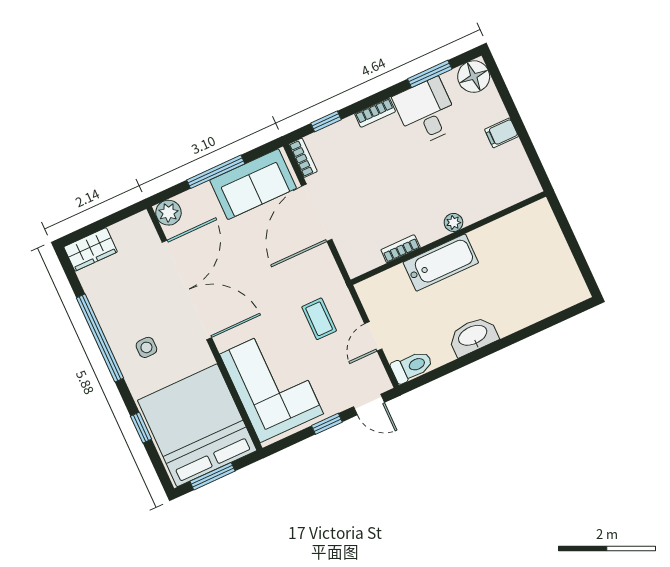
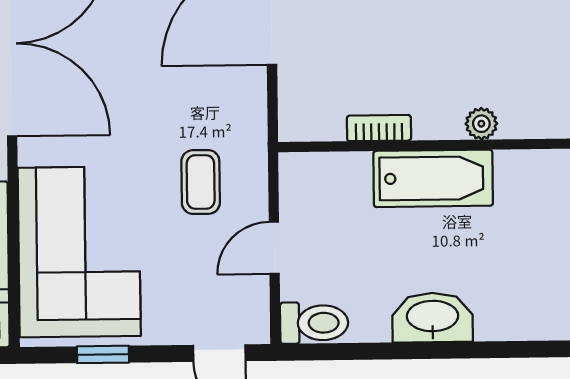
window: (327, 424) -> (103, 354), moved

